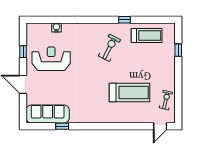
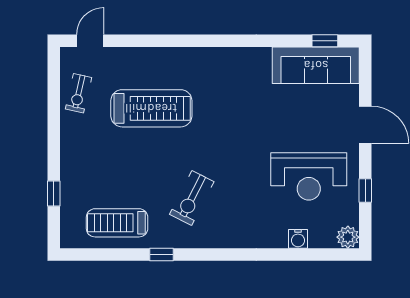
plant: (32, 28) -> (348, 237), added
treadmill: (130, 93) -> (151, 108), turned 180
window: (62, 126) -> (325, 41), moved

